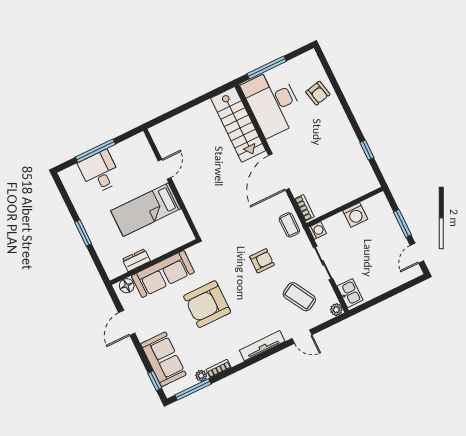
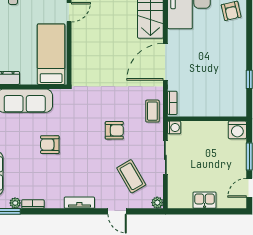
bed: (146, 210) -> (51, 54), moved, turned 90
washing machine: (355, 215) -> (237, 130), moved
kitchen sink: (350, 293) -> (205, 200), moved, turned -90
armchair: (207, 304) -> (50, 145), width x0.53, depth x0.53
tv unit: (262, 346) -> (79, 203), width x0.71

